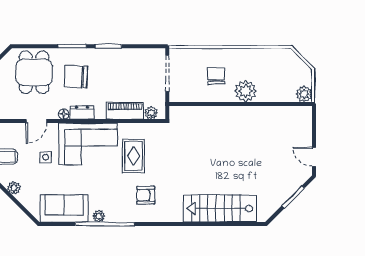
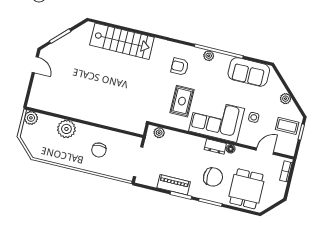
plant: (246, 91) -> (66, 129), moved
piano: (125, 111) -> (174, 185), moved, turned 180
door: (37, 121) -> (265, 151), moved
armchair: (146, 195) -> (180, 67), turned 180
plant: (99, 216) -> (209, 56), moved

